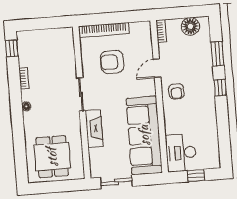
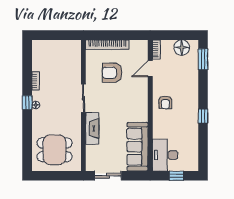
window: (12, 48) -> (27, 102), moved
window: (217, 54) -> (203, 59), moved
door: (157, 68) -> (150, 69), moved
window: (220, 88) -> (203, 116), moved
sofa: (144, 135) -> (138, 147), width x0.74, depth x0.79
dining table: (52, 157) -> (54, 150), turned 90

